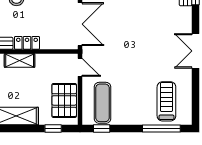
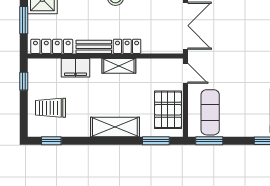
window: (53, 129) -> (156, 141), width x1.50
window: (102, 129) -> (209, 141), width x1.50

